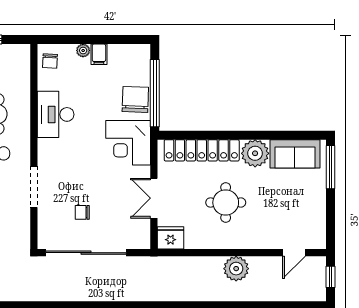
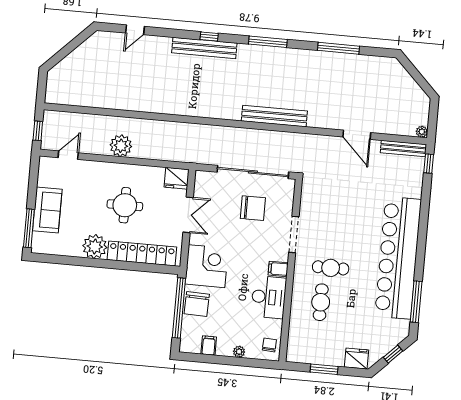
filing cabinet: (99, 54) -> (209, 346), moved
filing cabinet: (48, 147) -> (278, 269), added
sofa: (295, 154) -> (47, 210), moved, turned 90
chair: (82, 212) -> (253, 208), width x1.87, depth x1.87

